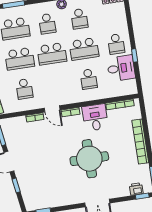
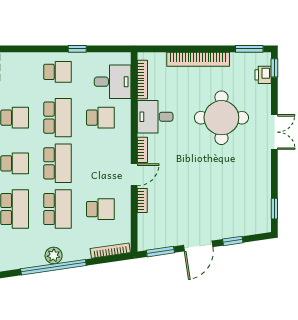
desk: (121, 68) -> (113, 82), moved, turned 90
round table: (89, 159) -> (221, 118), moved

